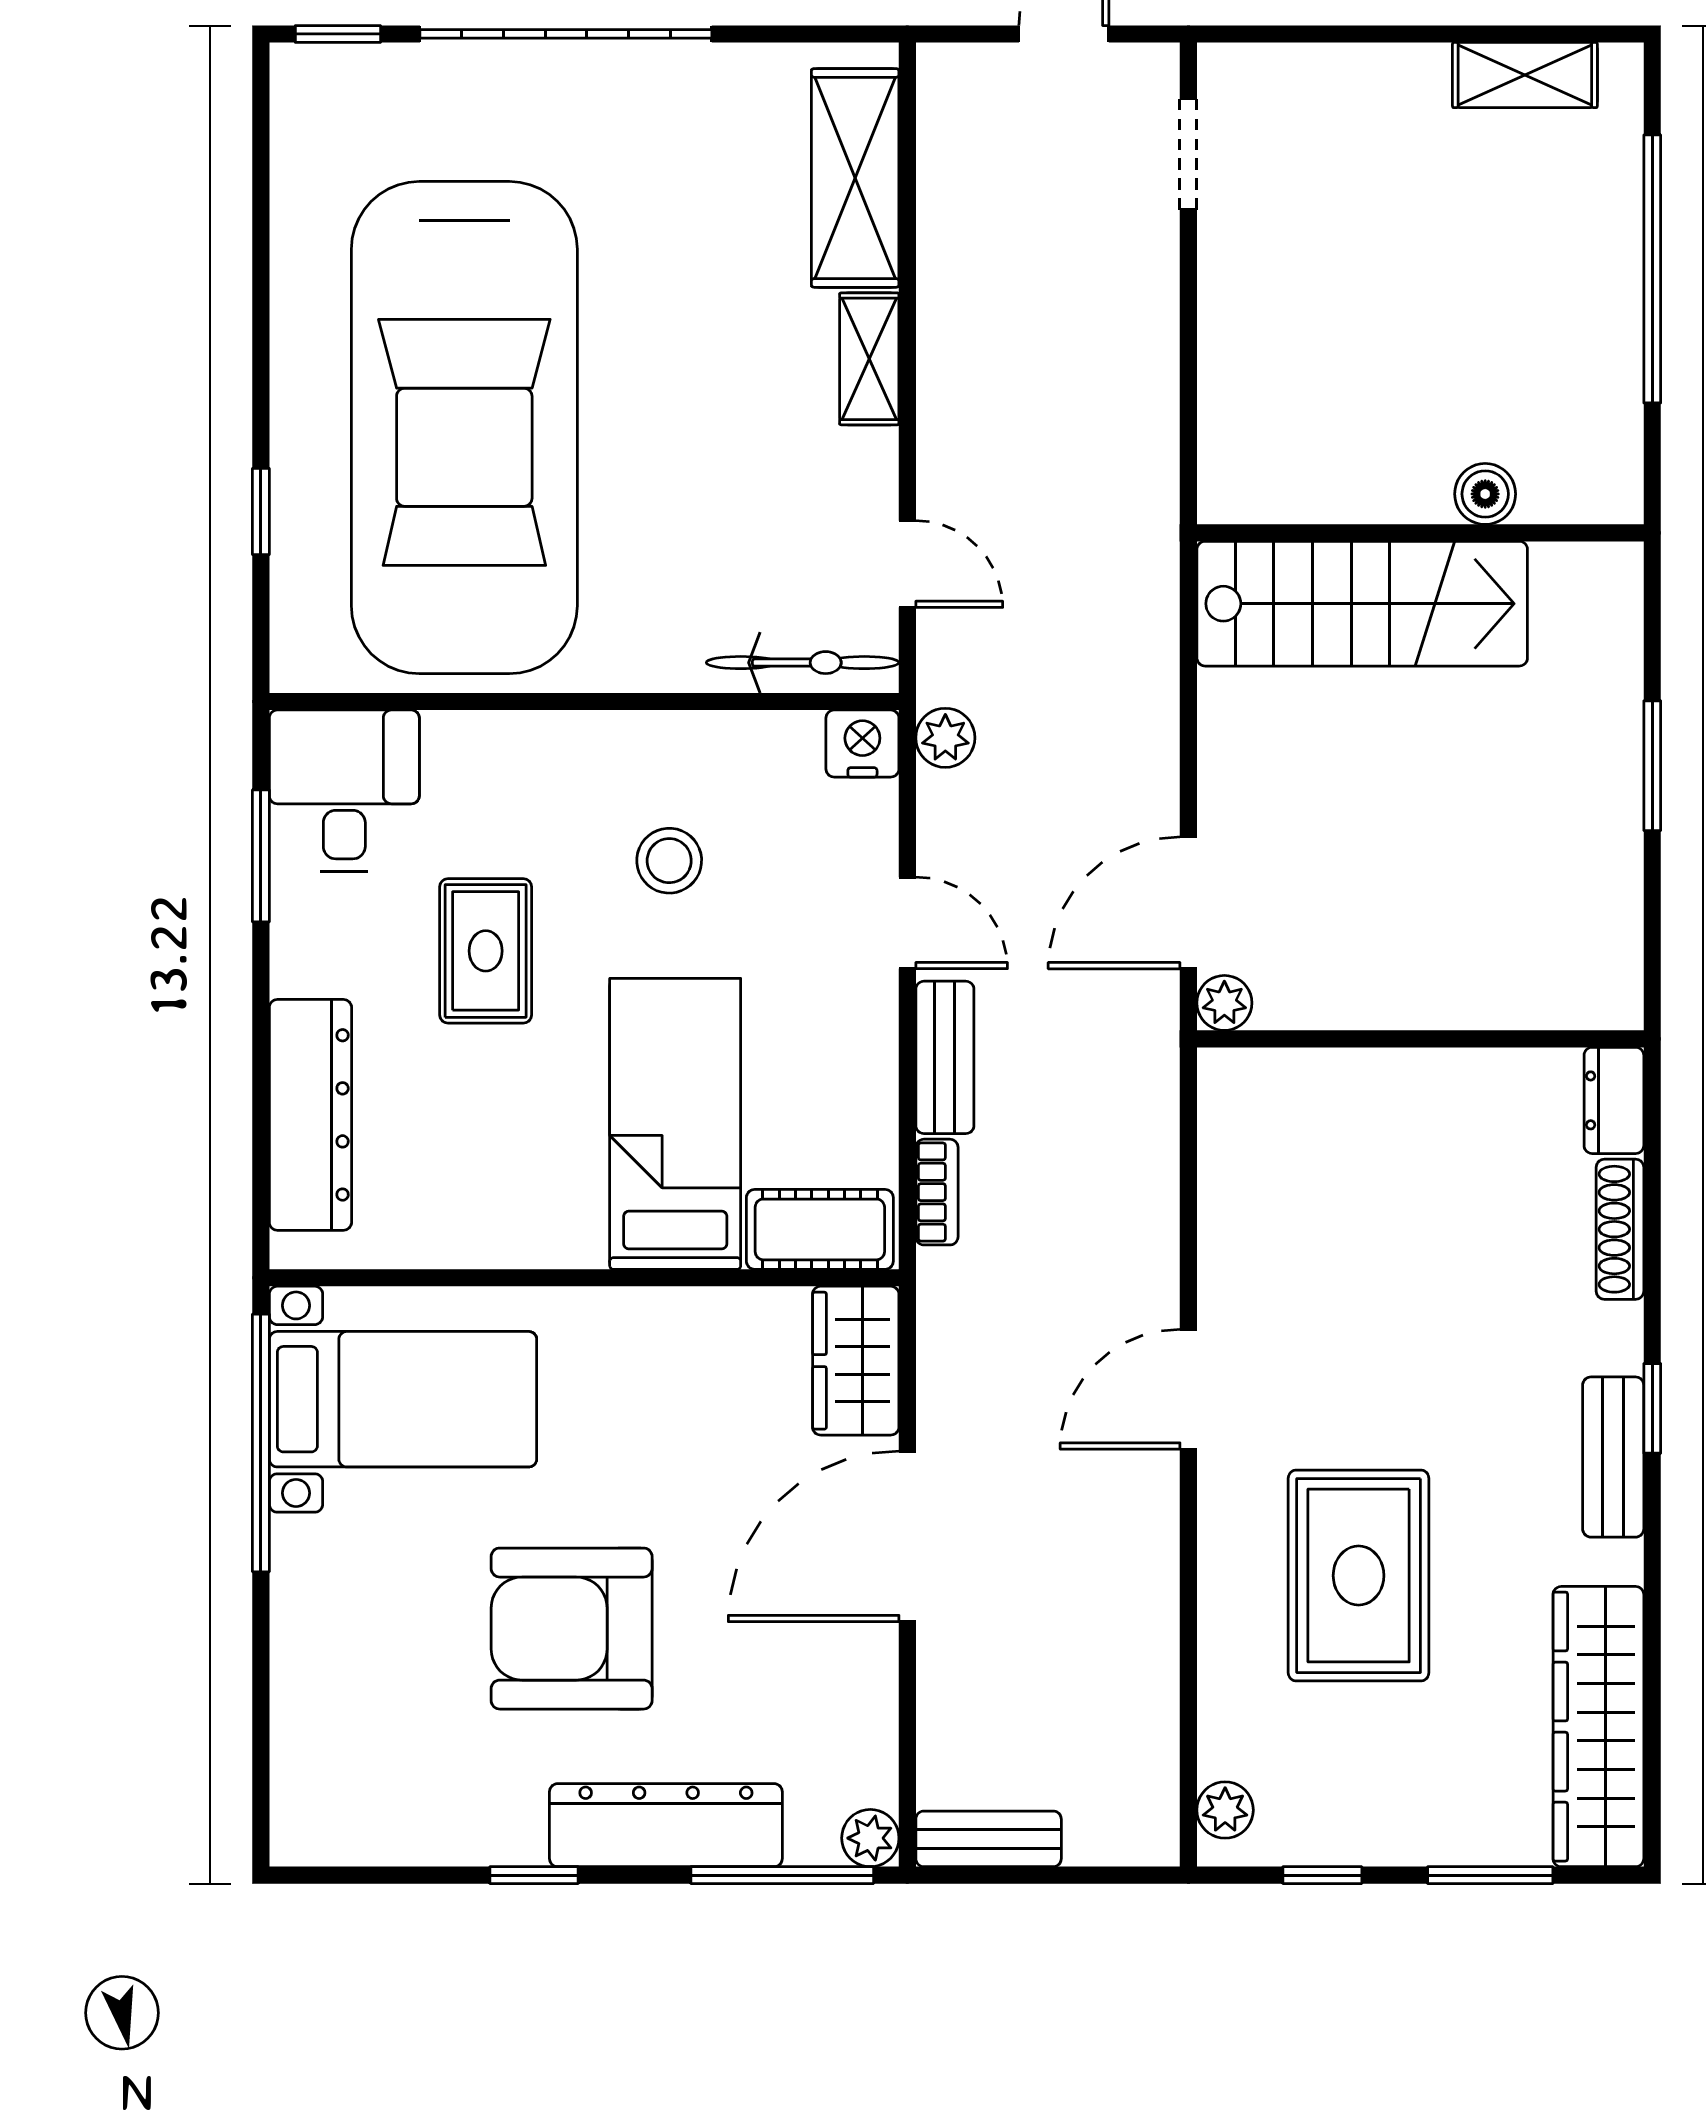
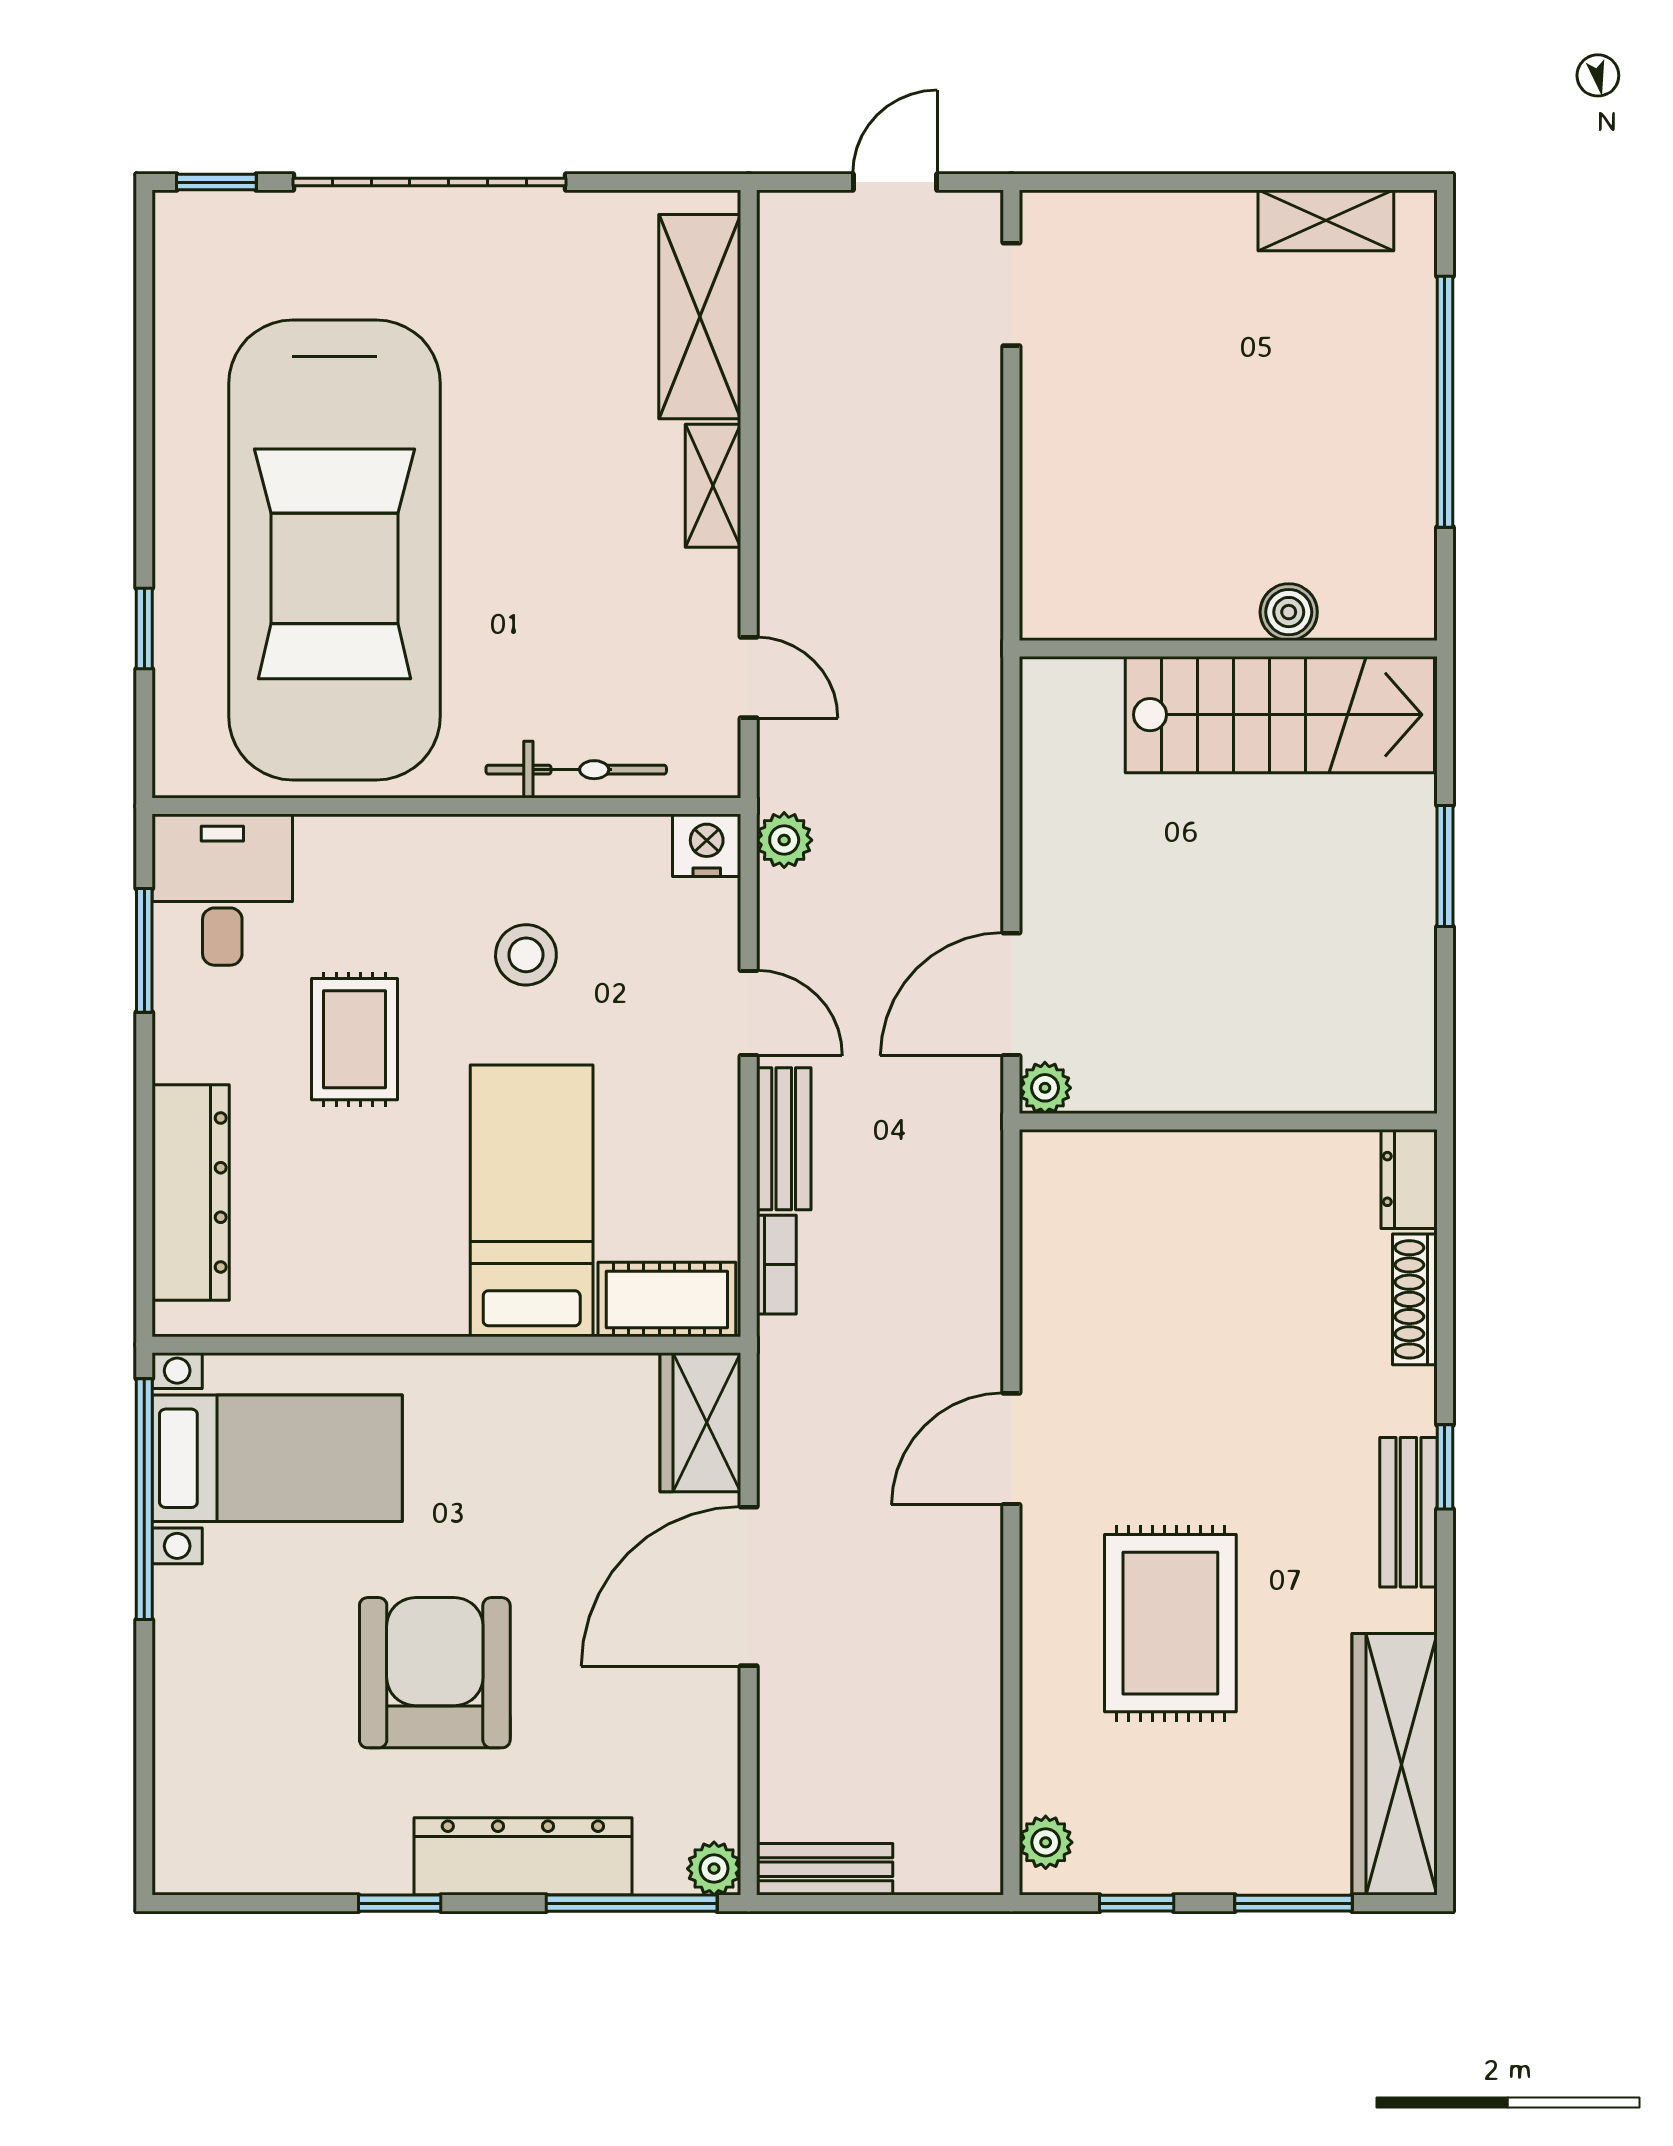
stairs: (1362, 604) -> (1280, 715), moved
bicycle: (803, 663) -> (576, 770), moved
armchair: (572, 1629) -> (435, 1673), turned 90

